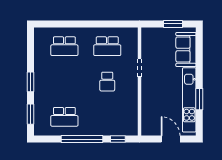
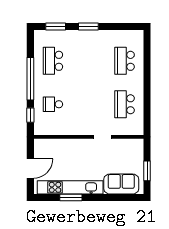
school desk: (107, 82) -> (53, 104), moved

